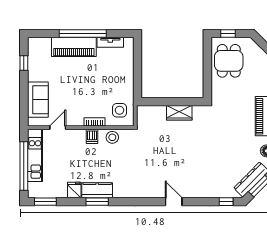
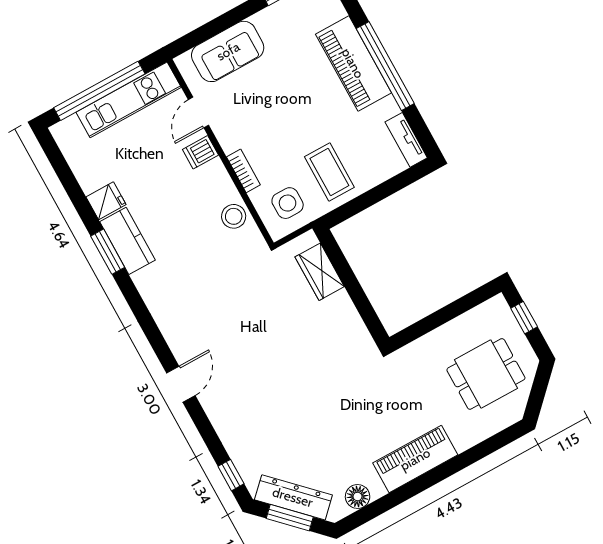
tv unit: (110, 42) -> (406, 140), moved
dining table: (229, 61) -> (486, 374), moved
coffee table: (116, 84) -> (329, 172), added
wardrobe: (179, 113) -> (320, 272), moved
door: (58, 128) -> (198, 112), swing flipped
dishwasher: (92, 136) -> (200, 152), moved
window: (45, 202) -> (58, 162), removed

